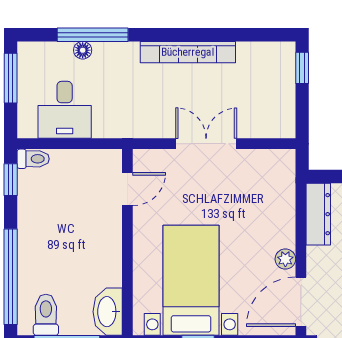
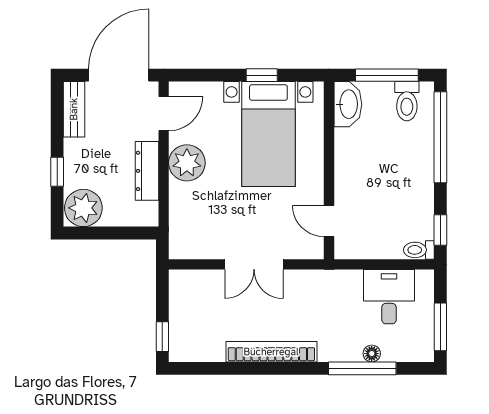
door: (127, 189) -> (329, 221), hinge flipped
dresser: (318, 214) -> (147, 171), moved
plant: (285, 259) -> (187, 163), width x1.88, depth x1.88
door: (301, 302) -> (164, 114), width x0.73

